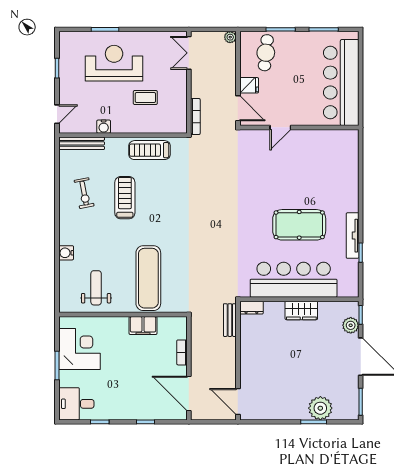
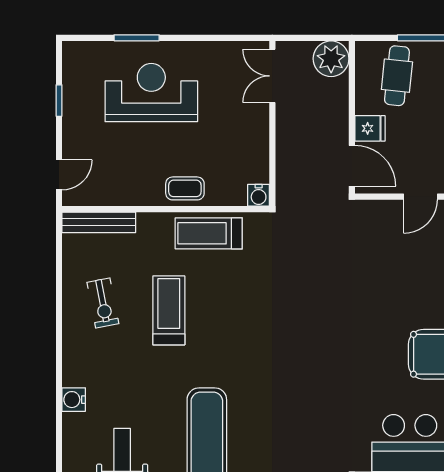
plant: (230, 37) -> (331, 59), width x1.87, depth x1.87
coffee table: (145, 98) -> (185, 188), moved
bookcase: (195, 117) -> (283, 179), removed
water cooler: (104, 127) -> (259, 195), moved

